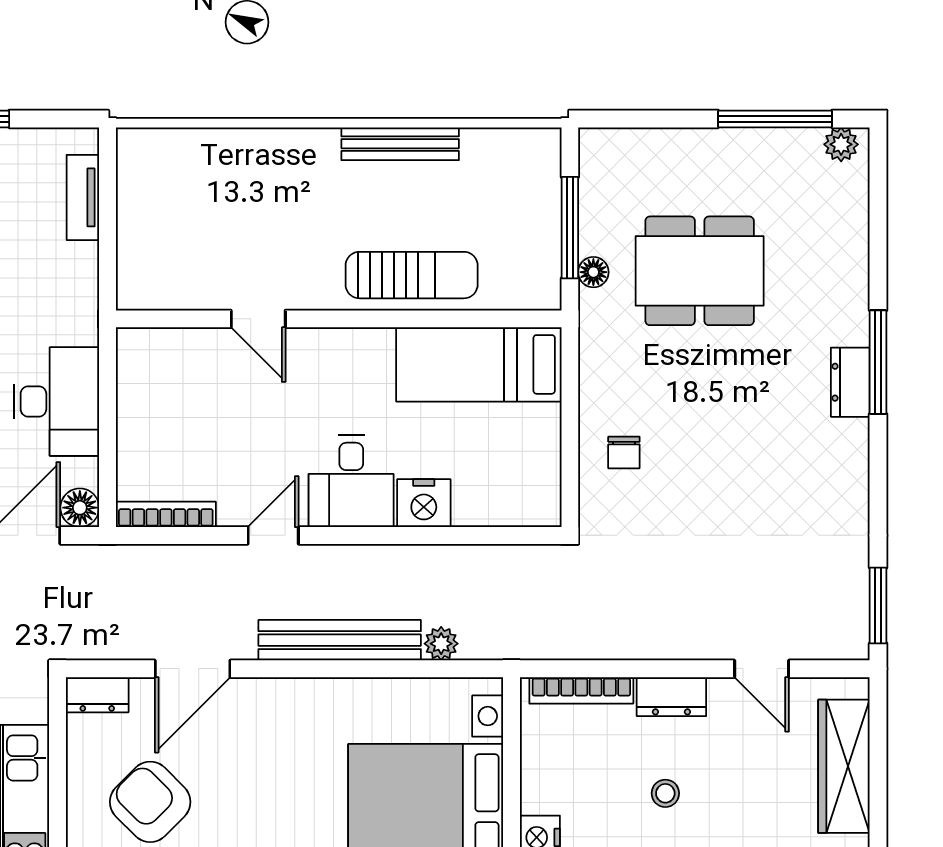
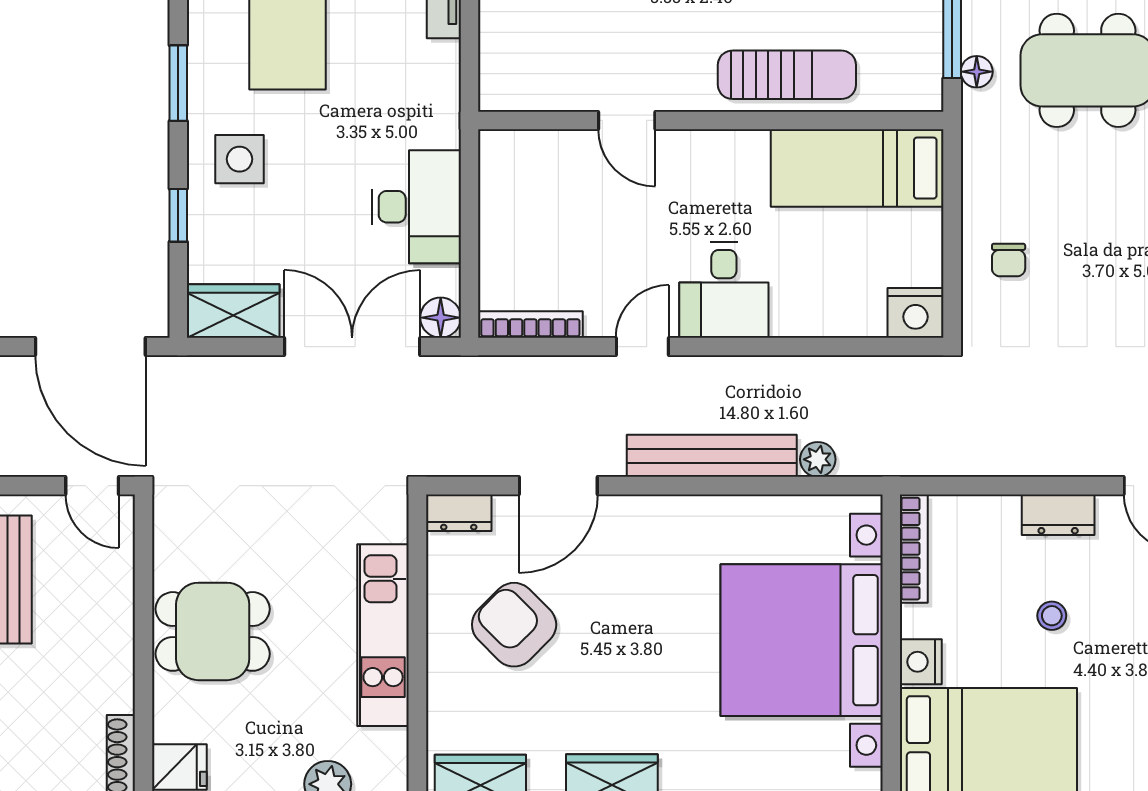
nightstand: (424, 503) -> (915, 313), moved
bookcase: (581, 690) -> (914, 549), moved, turned -90

